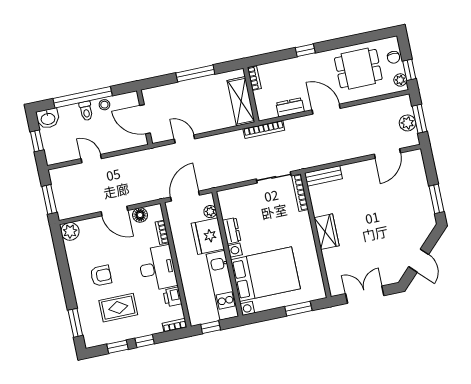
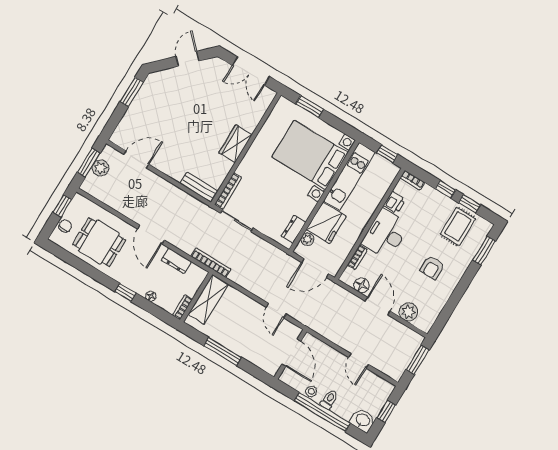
floor lamp: (284, 65) -> (151, 296), added
plant: (400, 80) -> (76, 205), removed
plant: (70, 231) -> (408, 312), moved
dresser: (232, 231) -> (293, 229), moved
armchair: (101, 276) -> (432, 268), turned -90
rug: (118, 308) -> (458, 226), moved, turned 90

